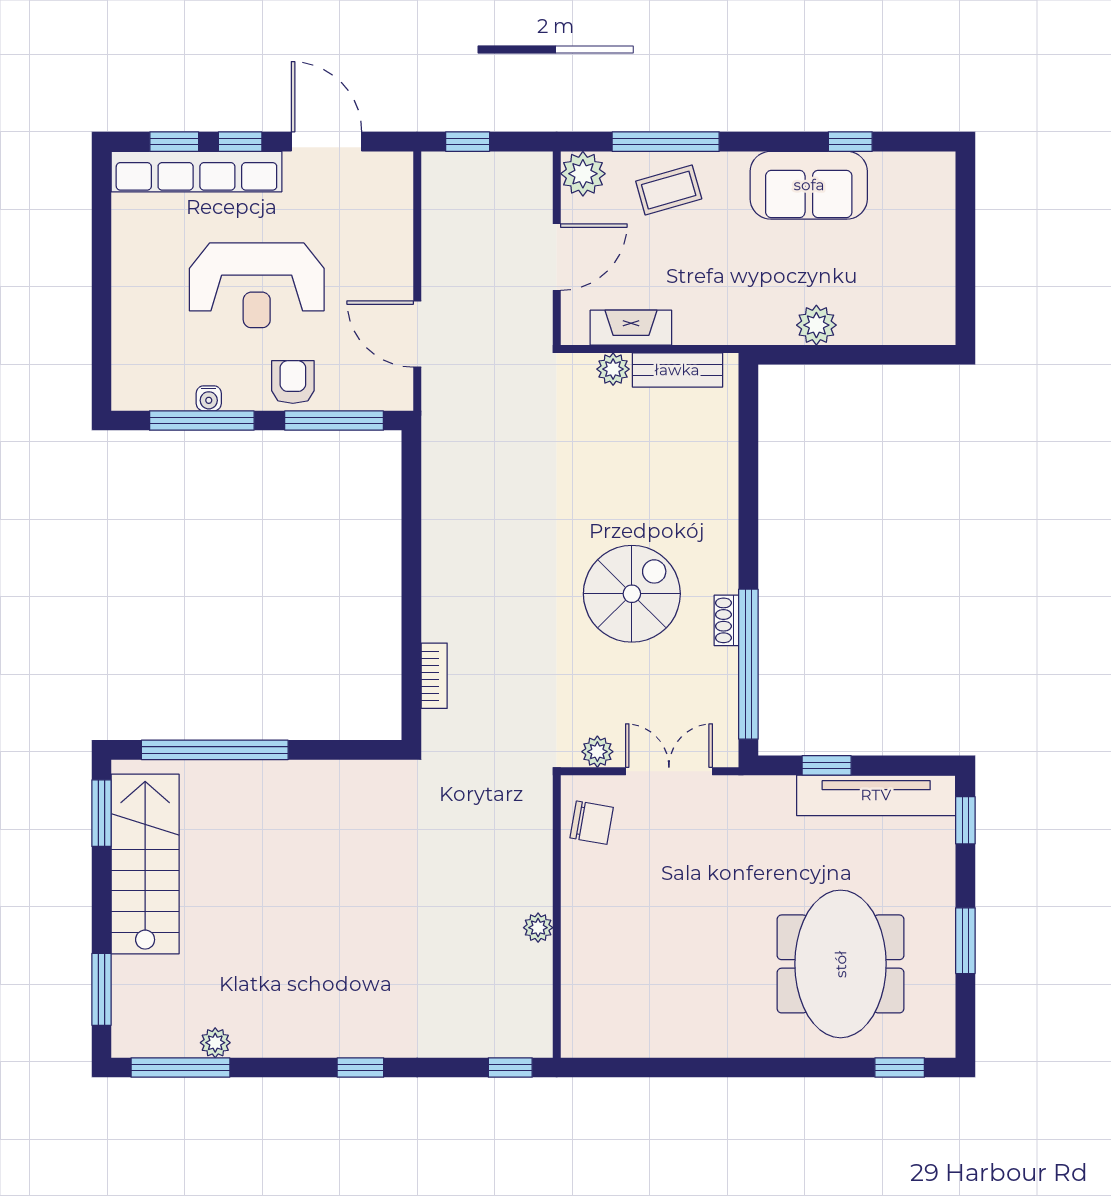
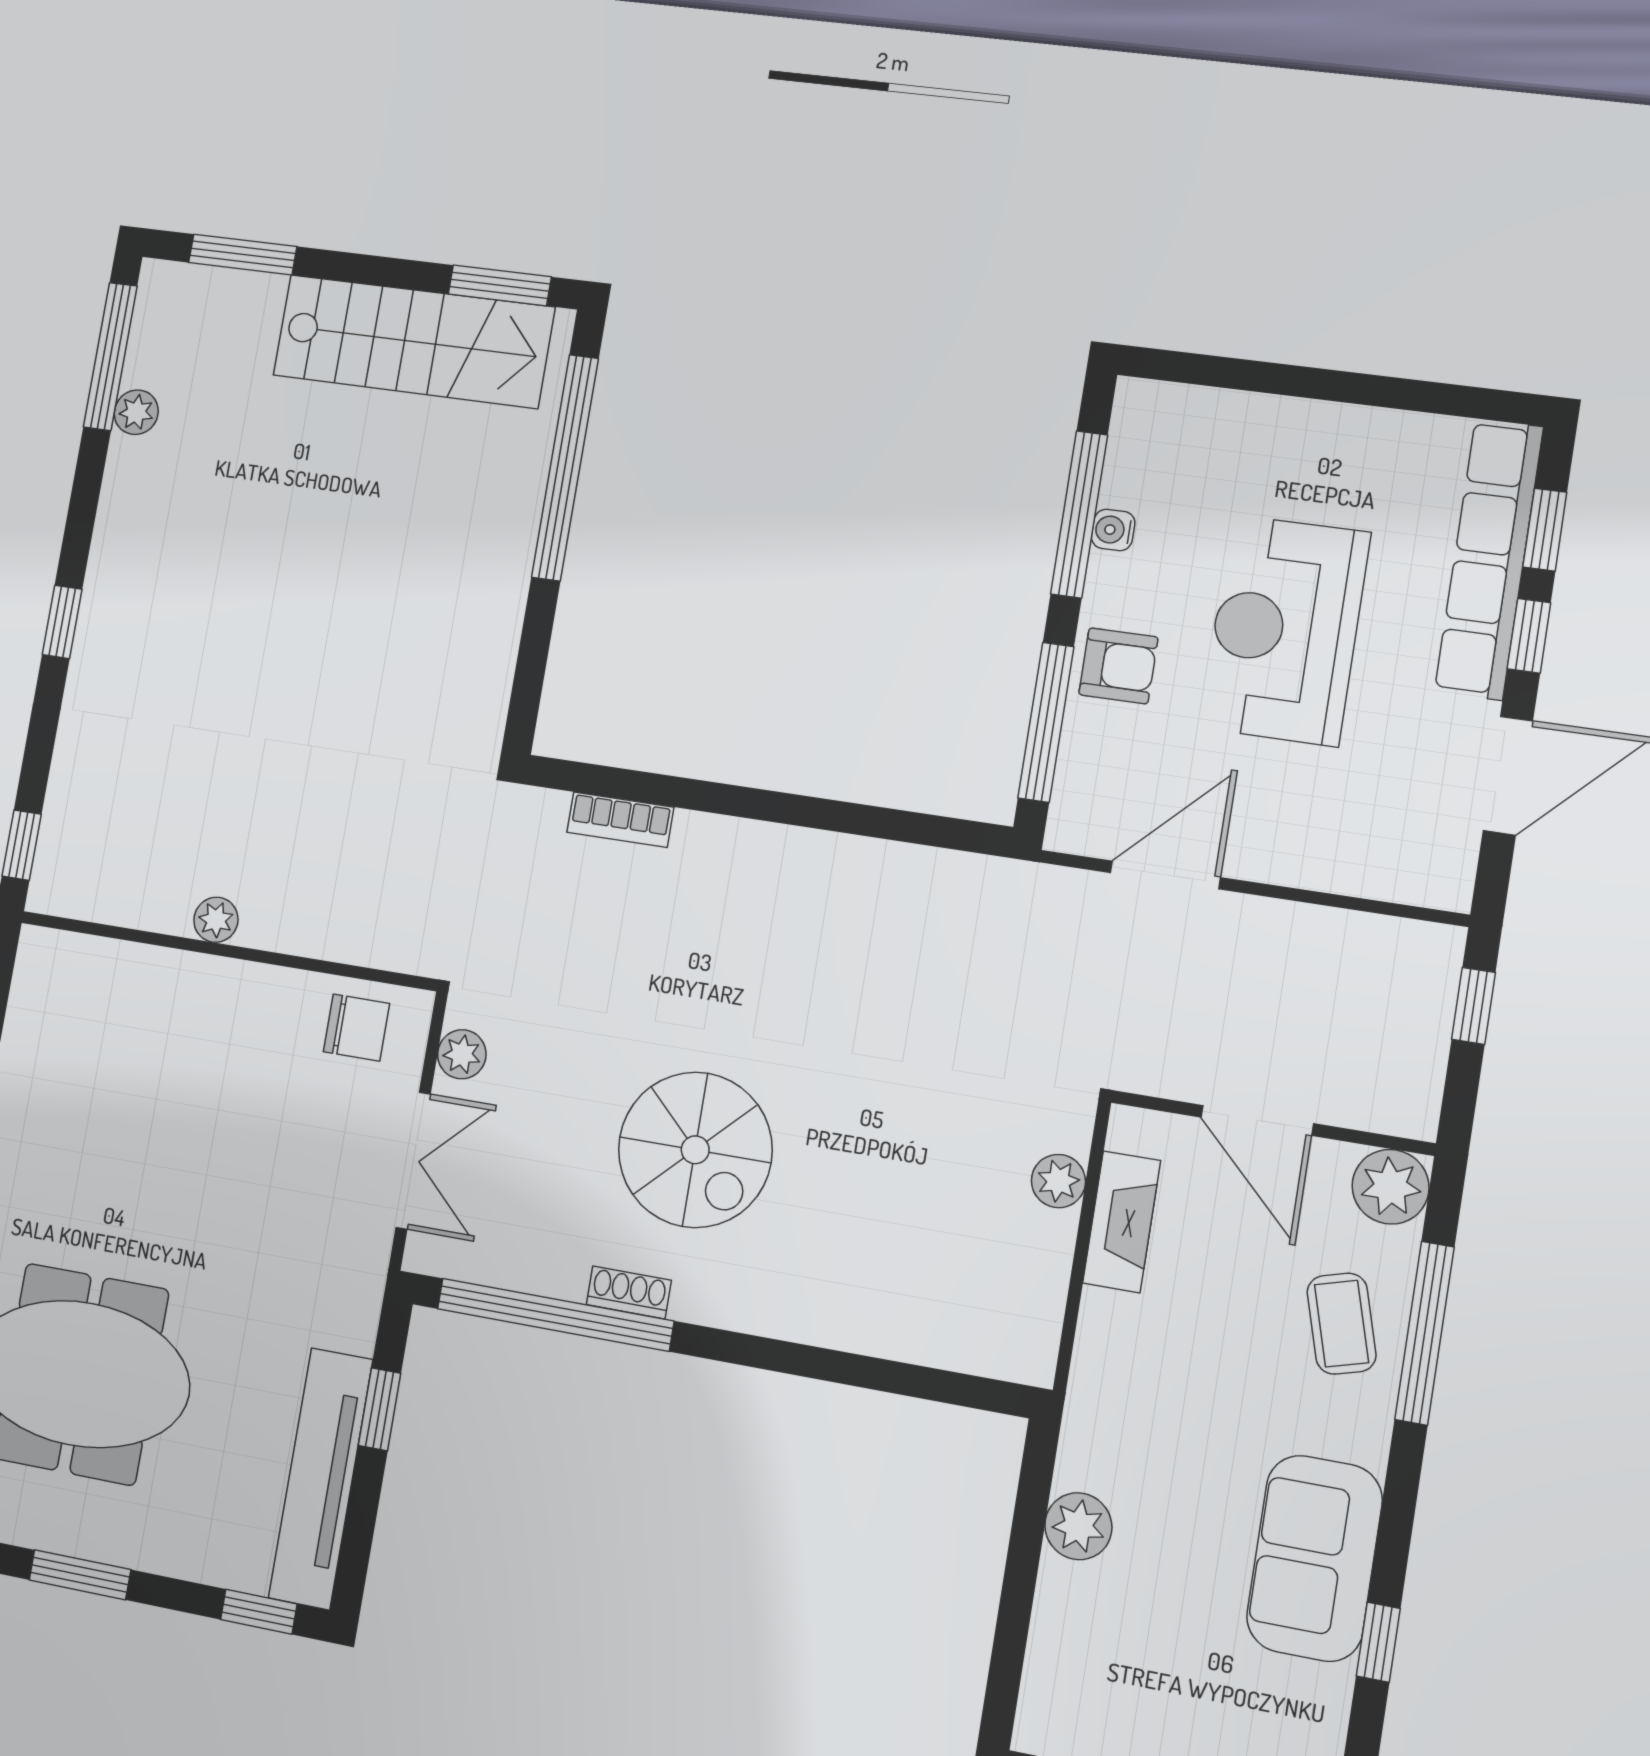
bench: (677, 370) -> (1040, 1285), removed
chair: (592, 823) -> (356, 1028), turned -100

